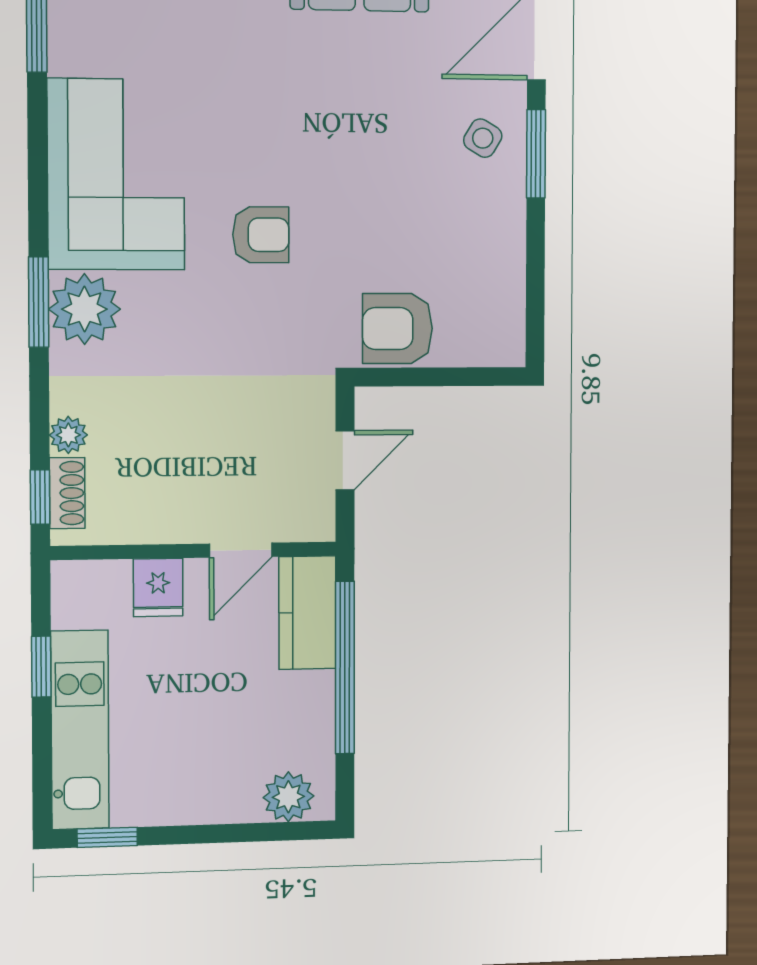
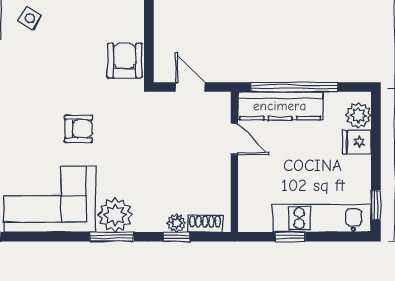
armchair: (261, 235) -> (79, 129), turned 90
armchair: (397, 328) -> (125, 61), turned 180
window: (40, 497) -> (177, 237), moved
fridge: (158, 587) -> (357, 142), moved, turned 180
kitchen counter: (307, 613) -> (280, 106), width x1.50

